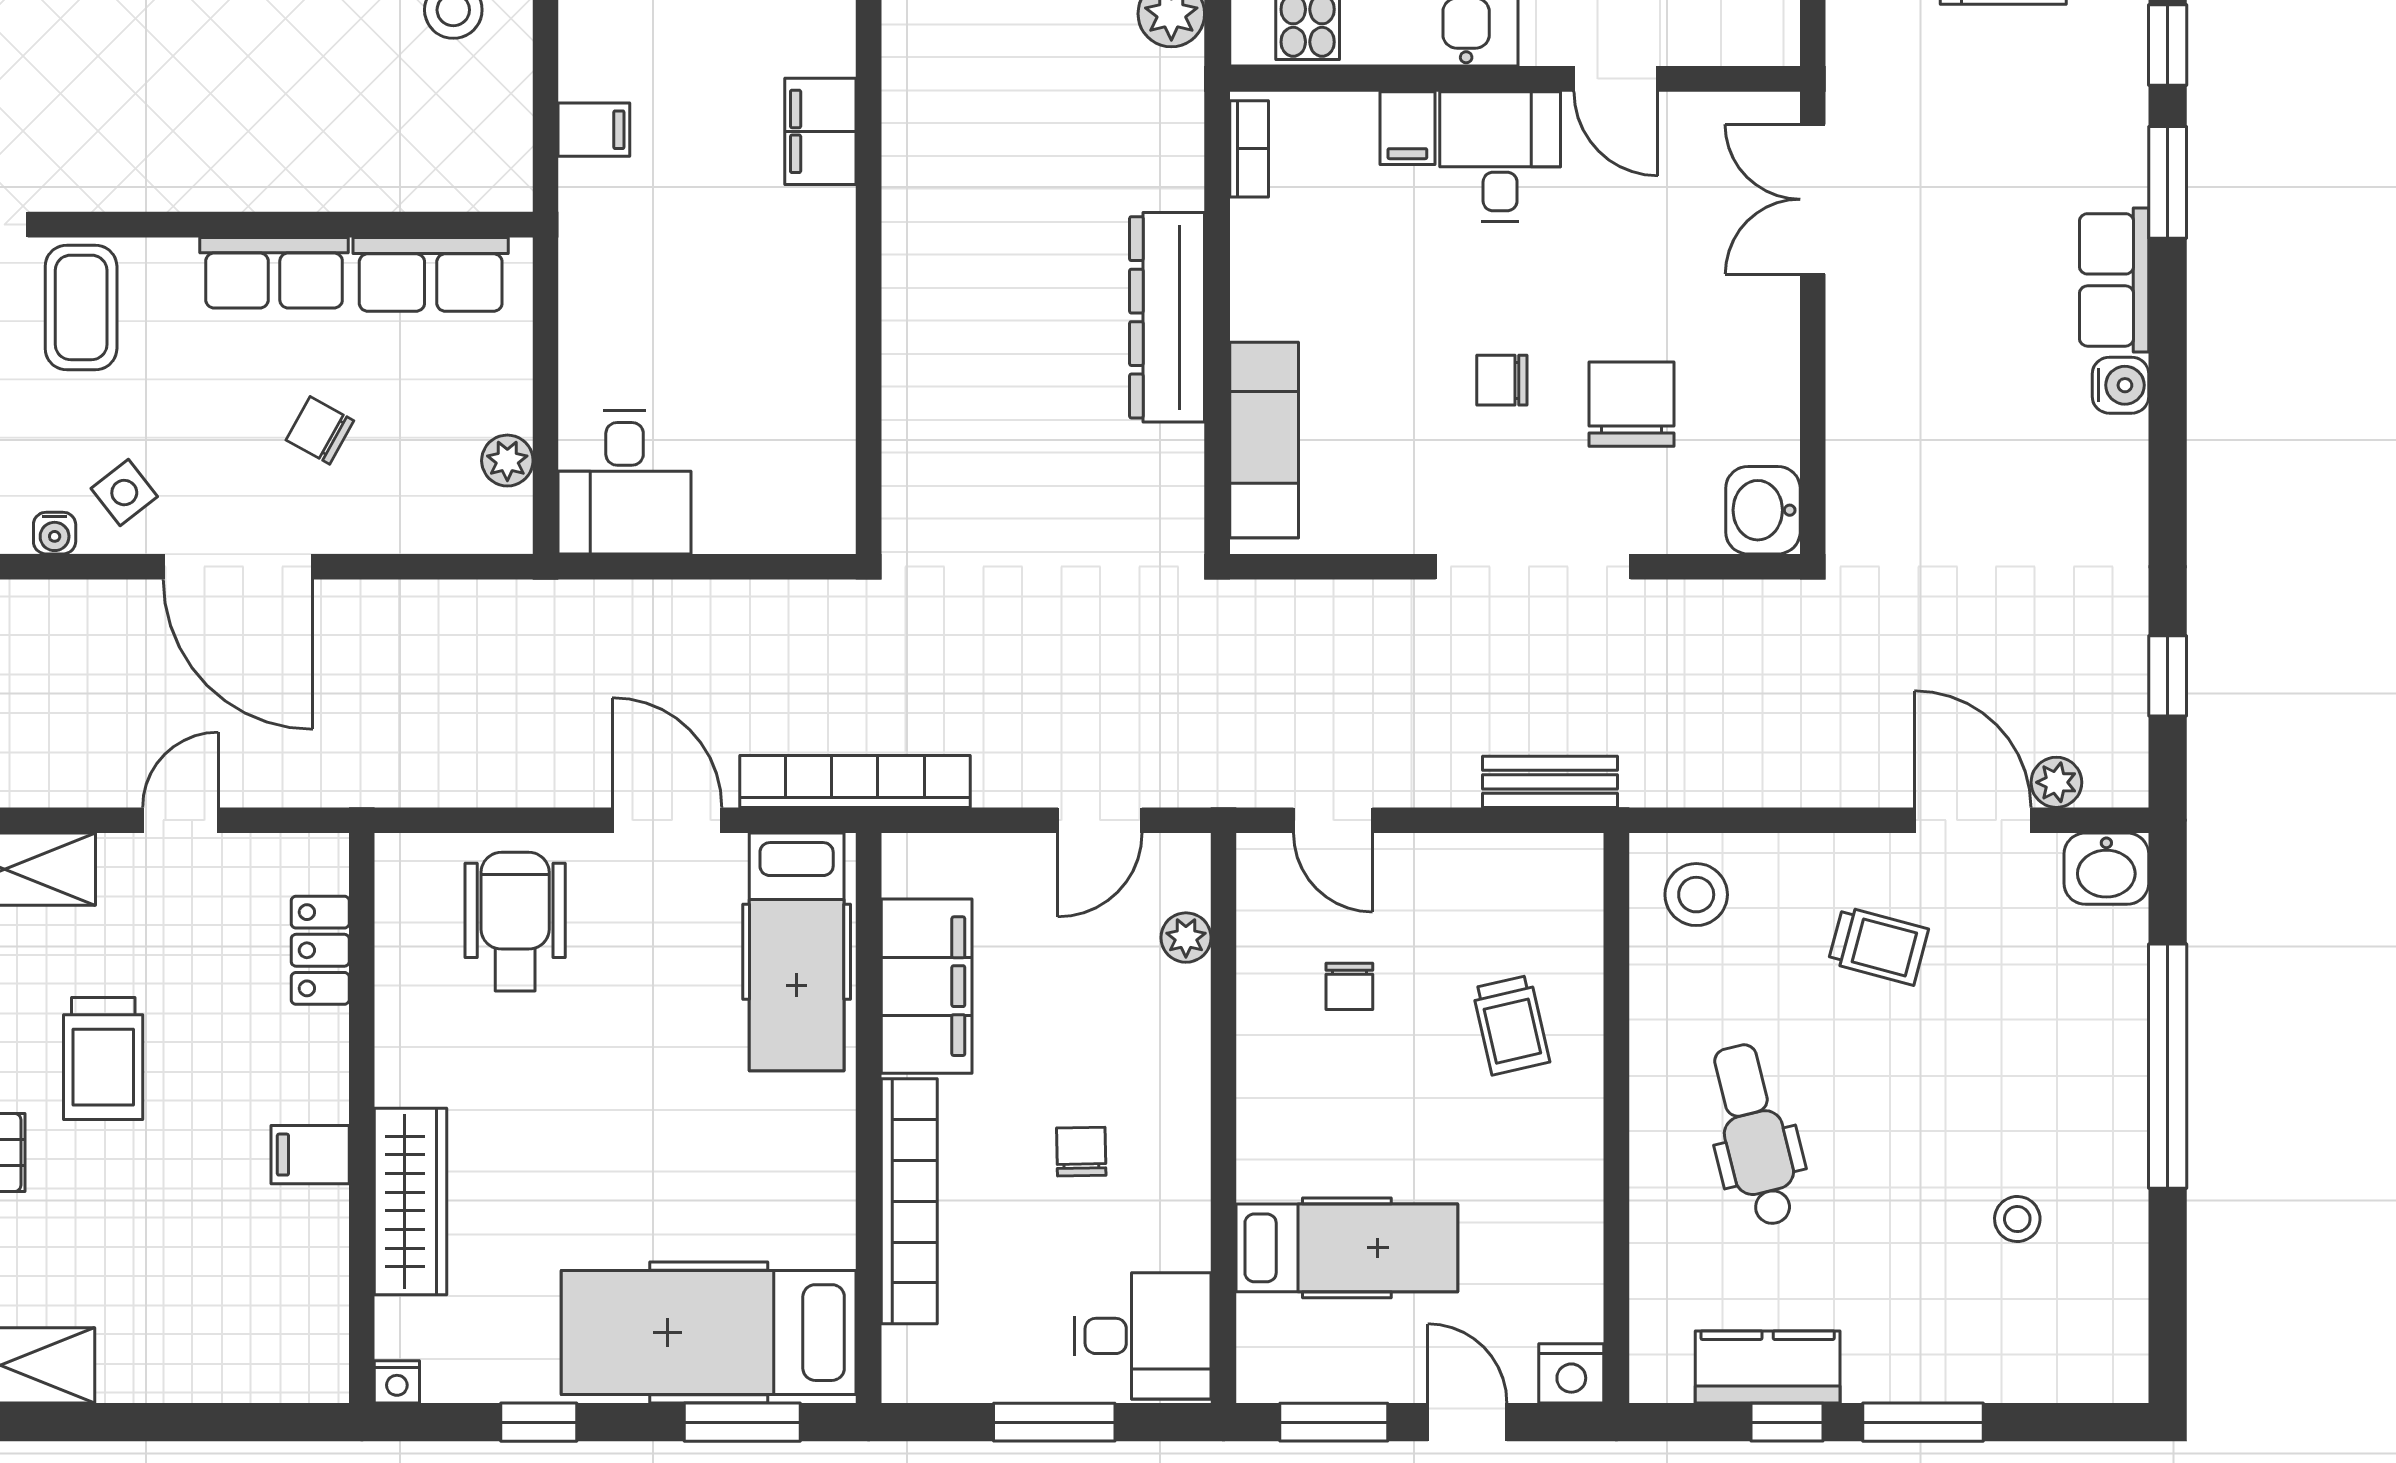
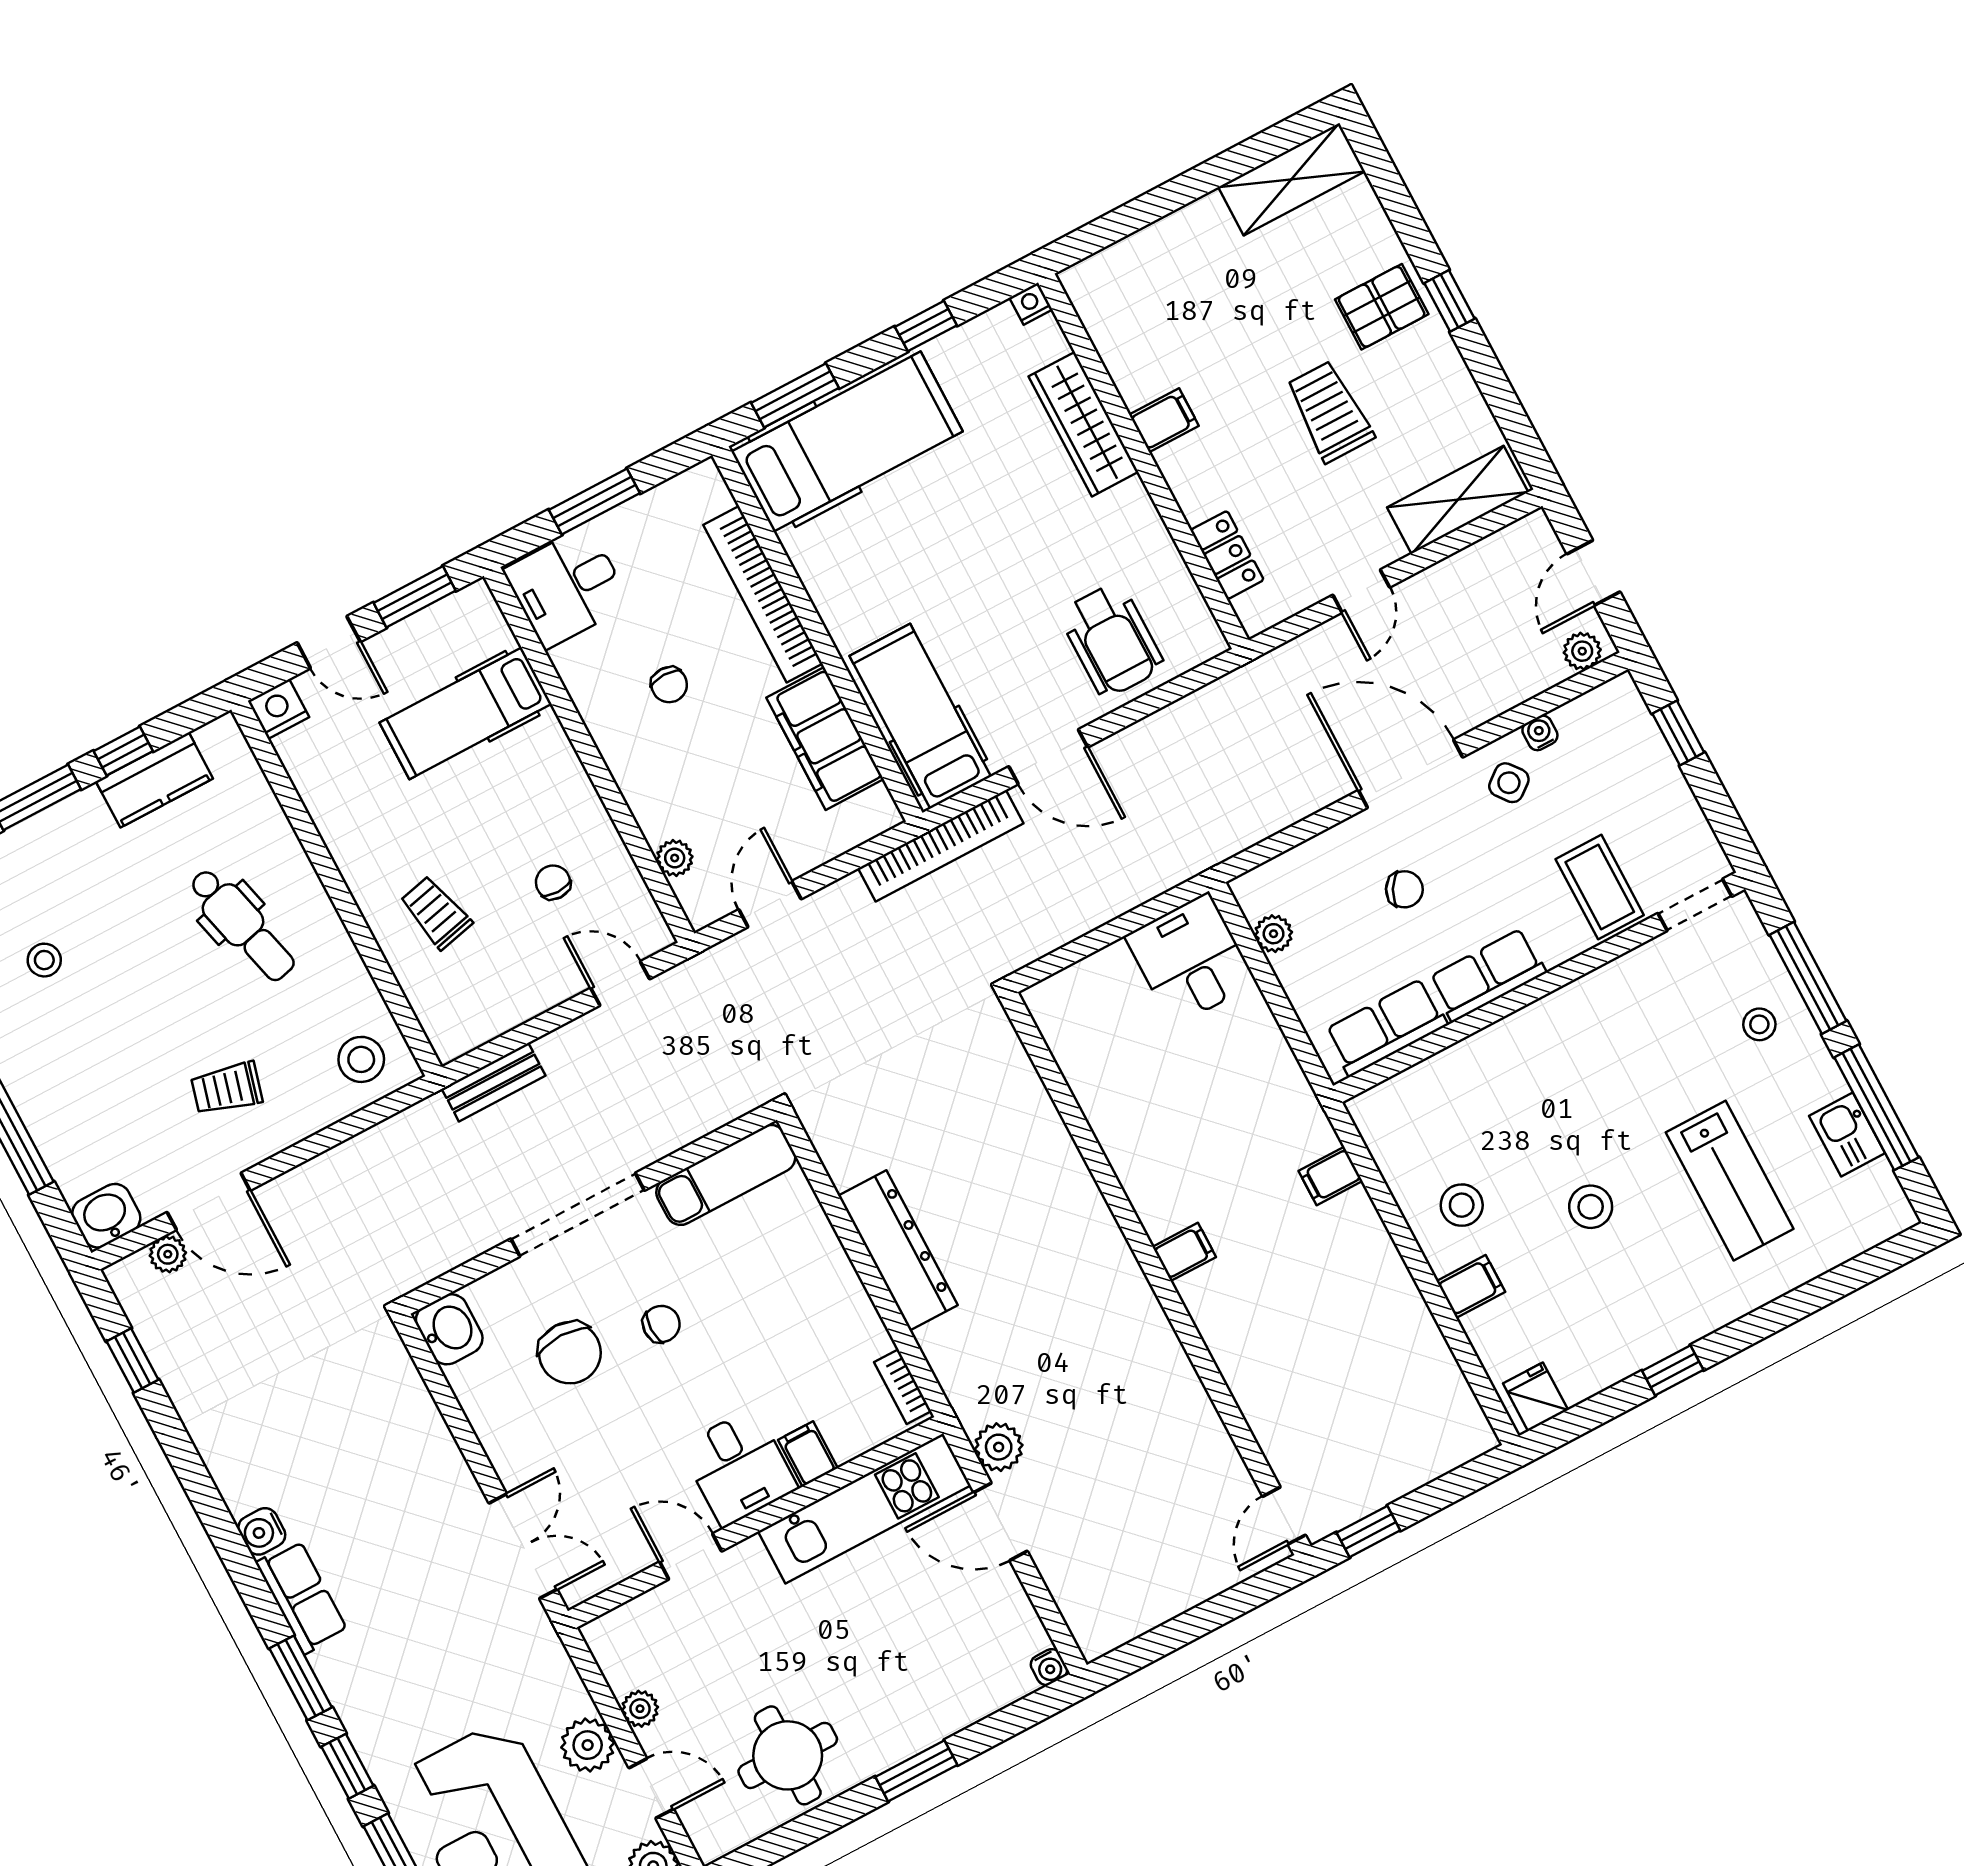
filing cabinet: (820, 131) -> (1184, 1252), width x0.50
exam couch: (1264, 440) -> (726, 1175), moved, turned -90

